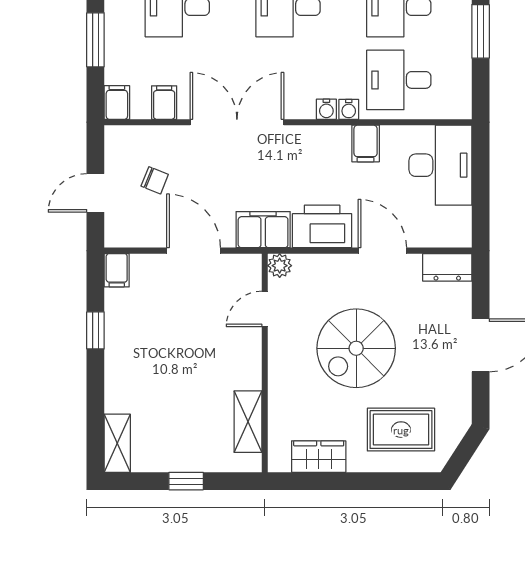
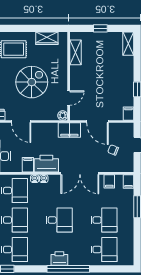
printer: (322, 226) -> (46, 164), moved, turned 180

